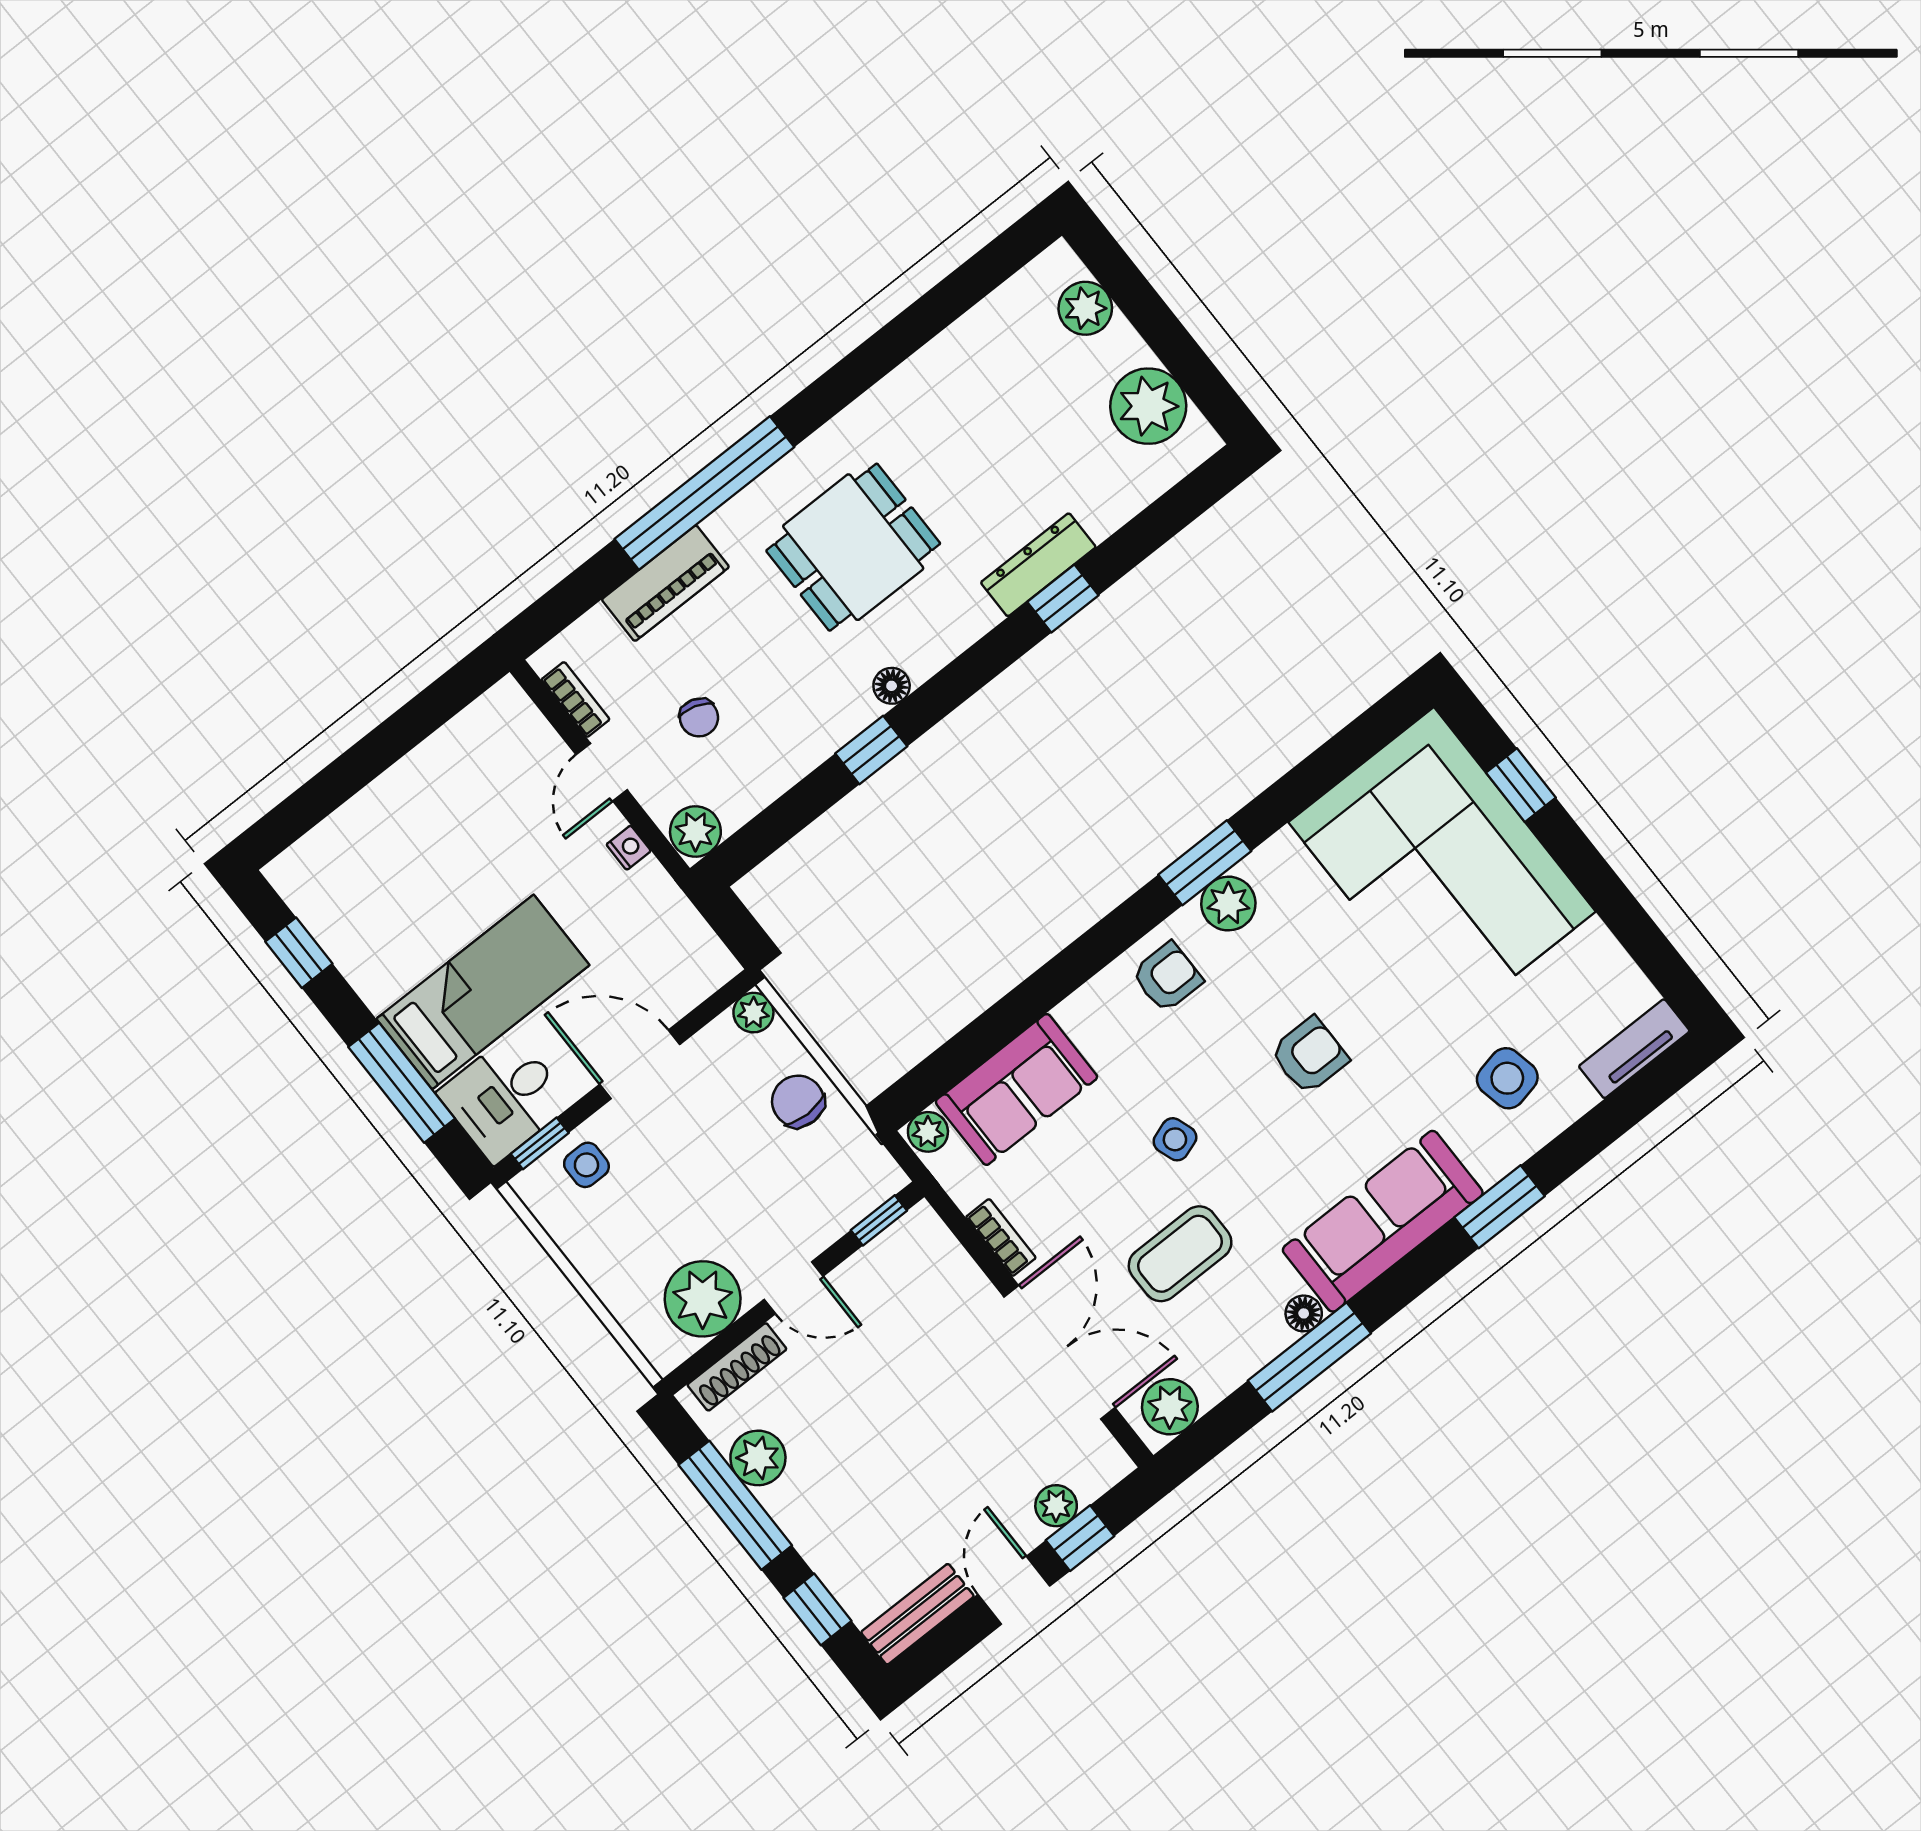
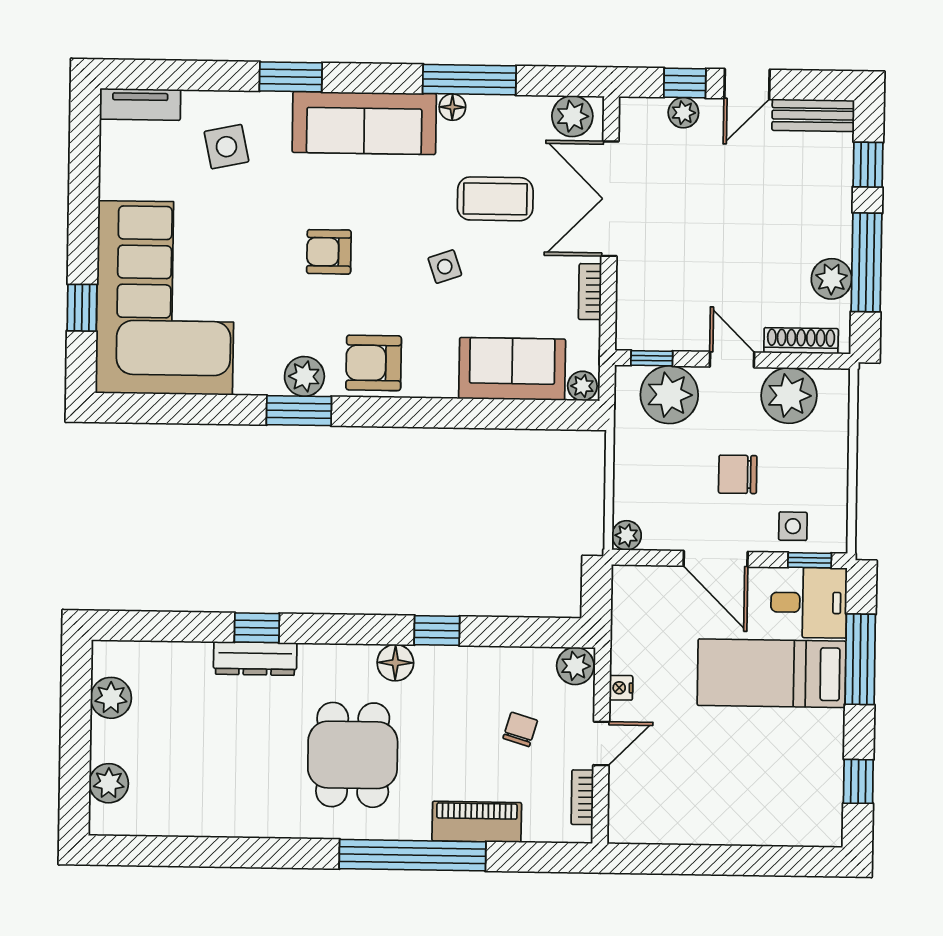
plant: (1148, 406) -> (111, 698), width x0.73, depth x0.73
dining table: (853, 547) -> (353, 755), turned 90
floor lamp: (892, 686) -> (395, 663), width x1.37, depth x1.37
armchair: (1167, 977) -> (374, 363), width x1.38, depth x1.38
chair: (798, 1101) -> (738, 474), moved, turned 90
plant: (829, 1197) -> (669, 395), added

